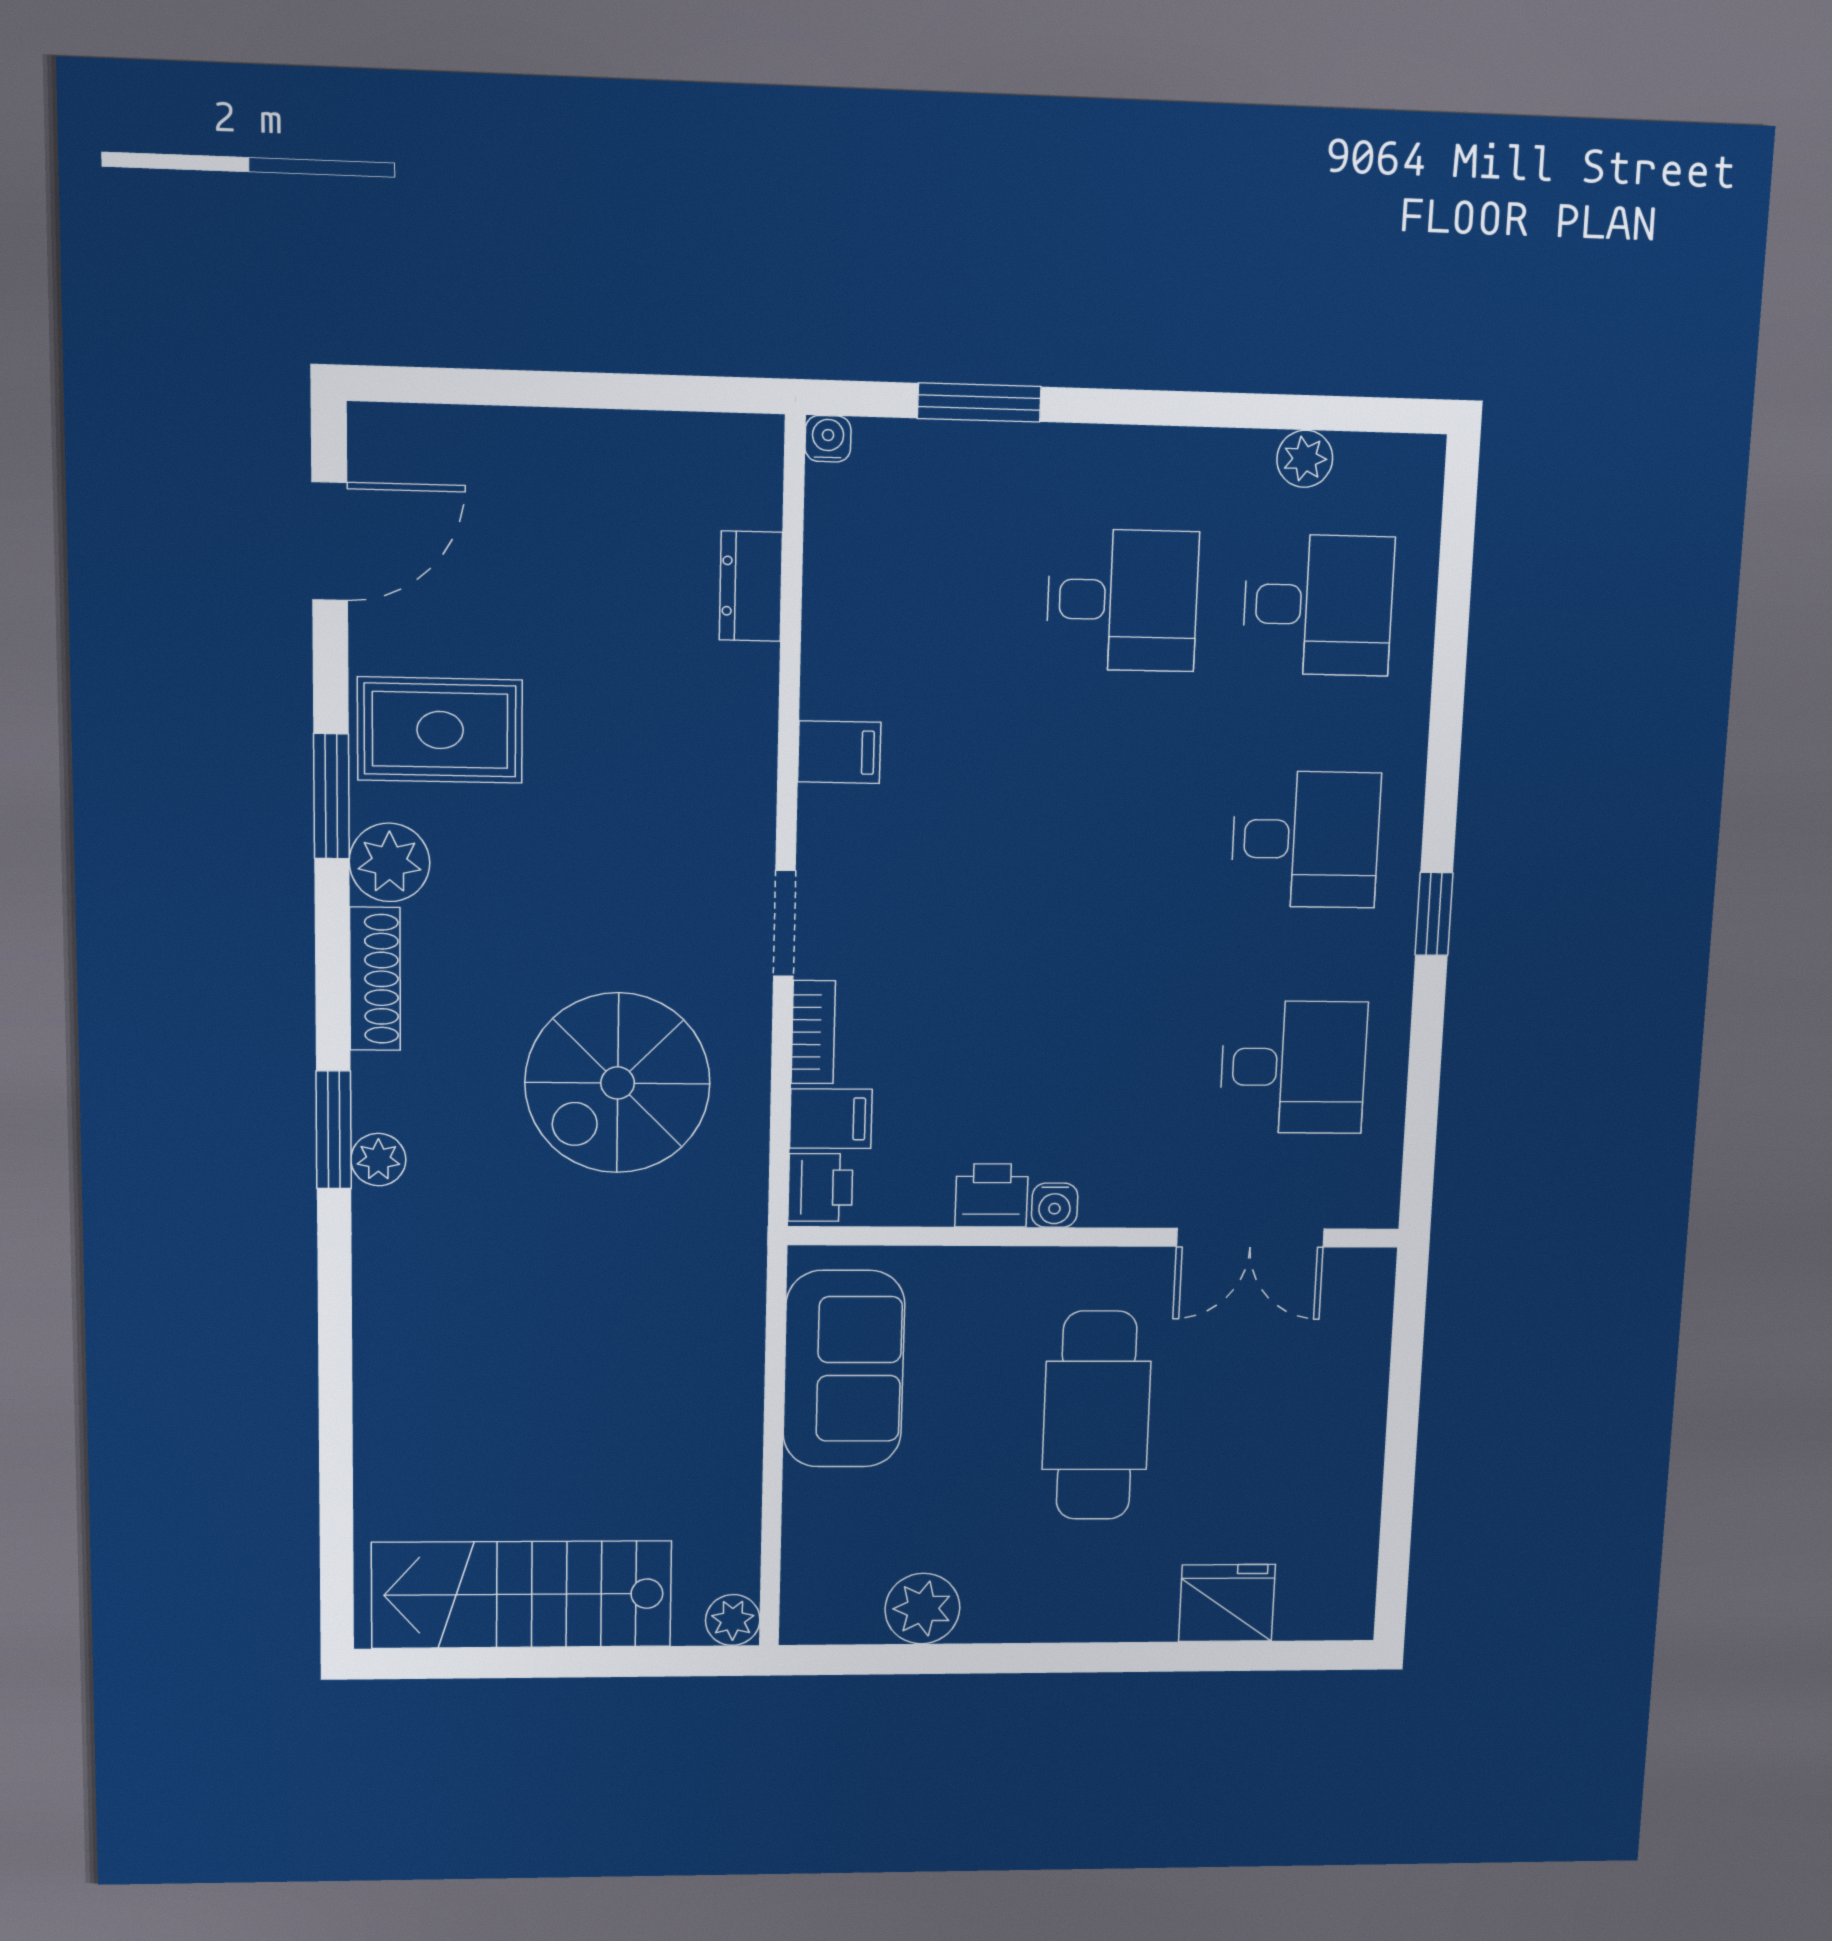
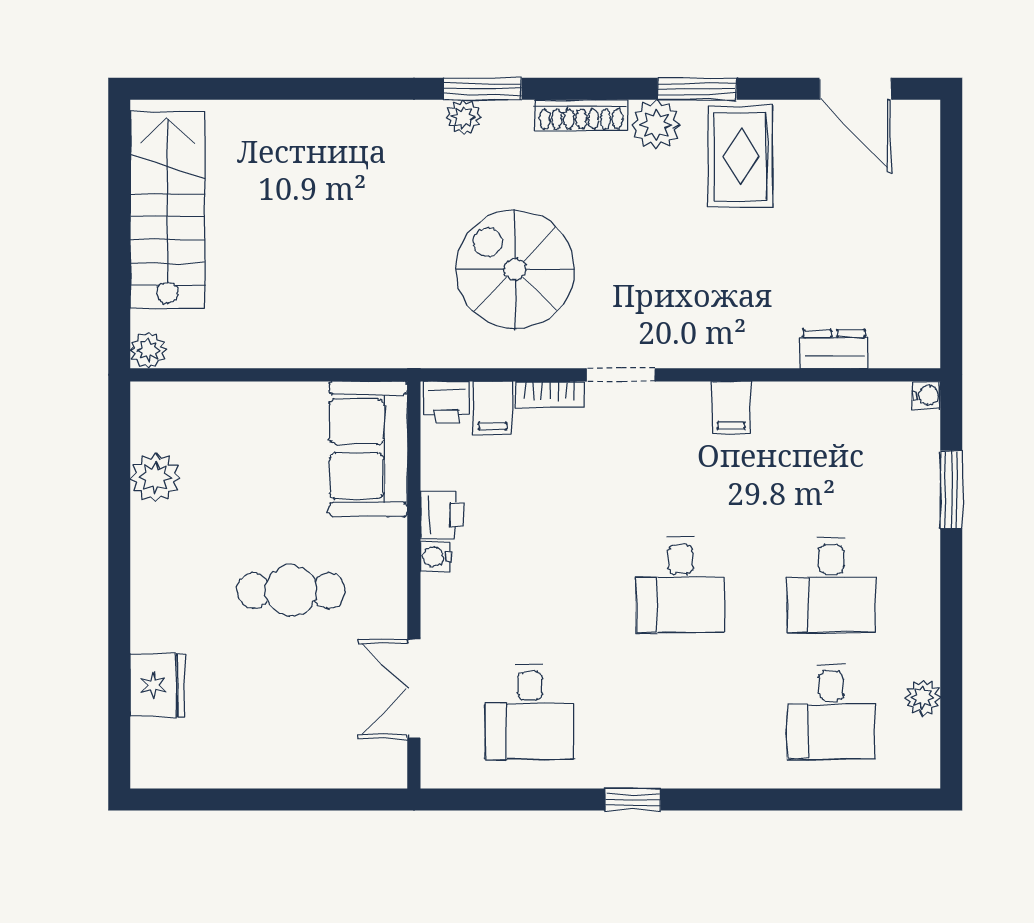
desk: (1306, 839) -> (680, 585), moved
sofa: (844, 1369) -> (368, 449), moved, turned 90
cafe table: (1096, 1416) -> (291, 590), width x0.73, depth x0.74

